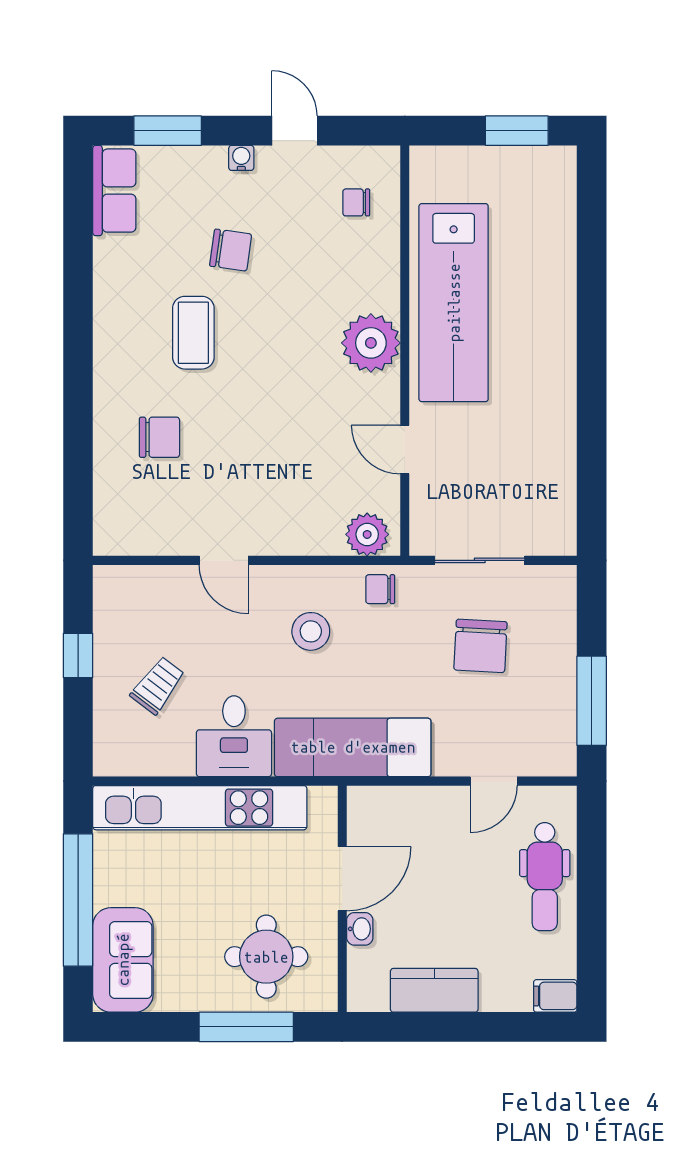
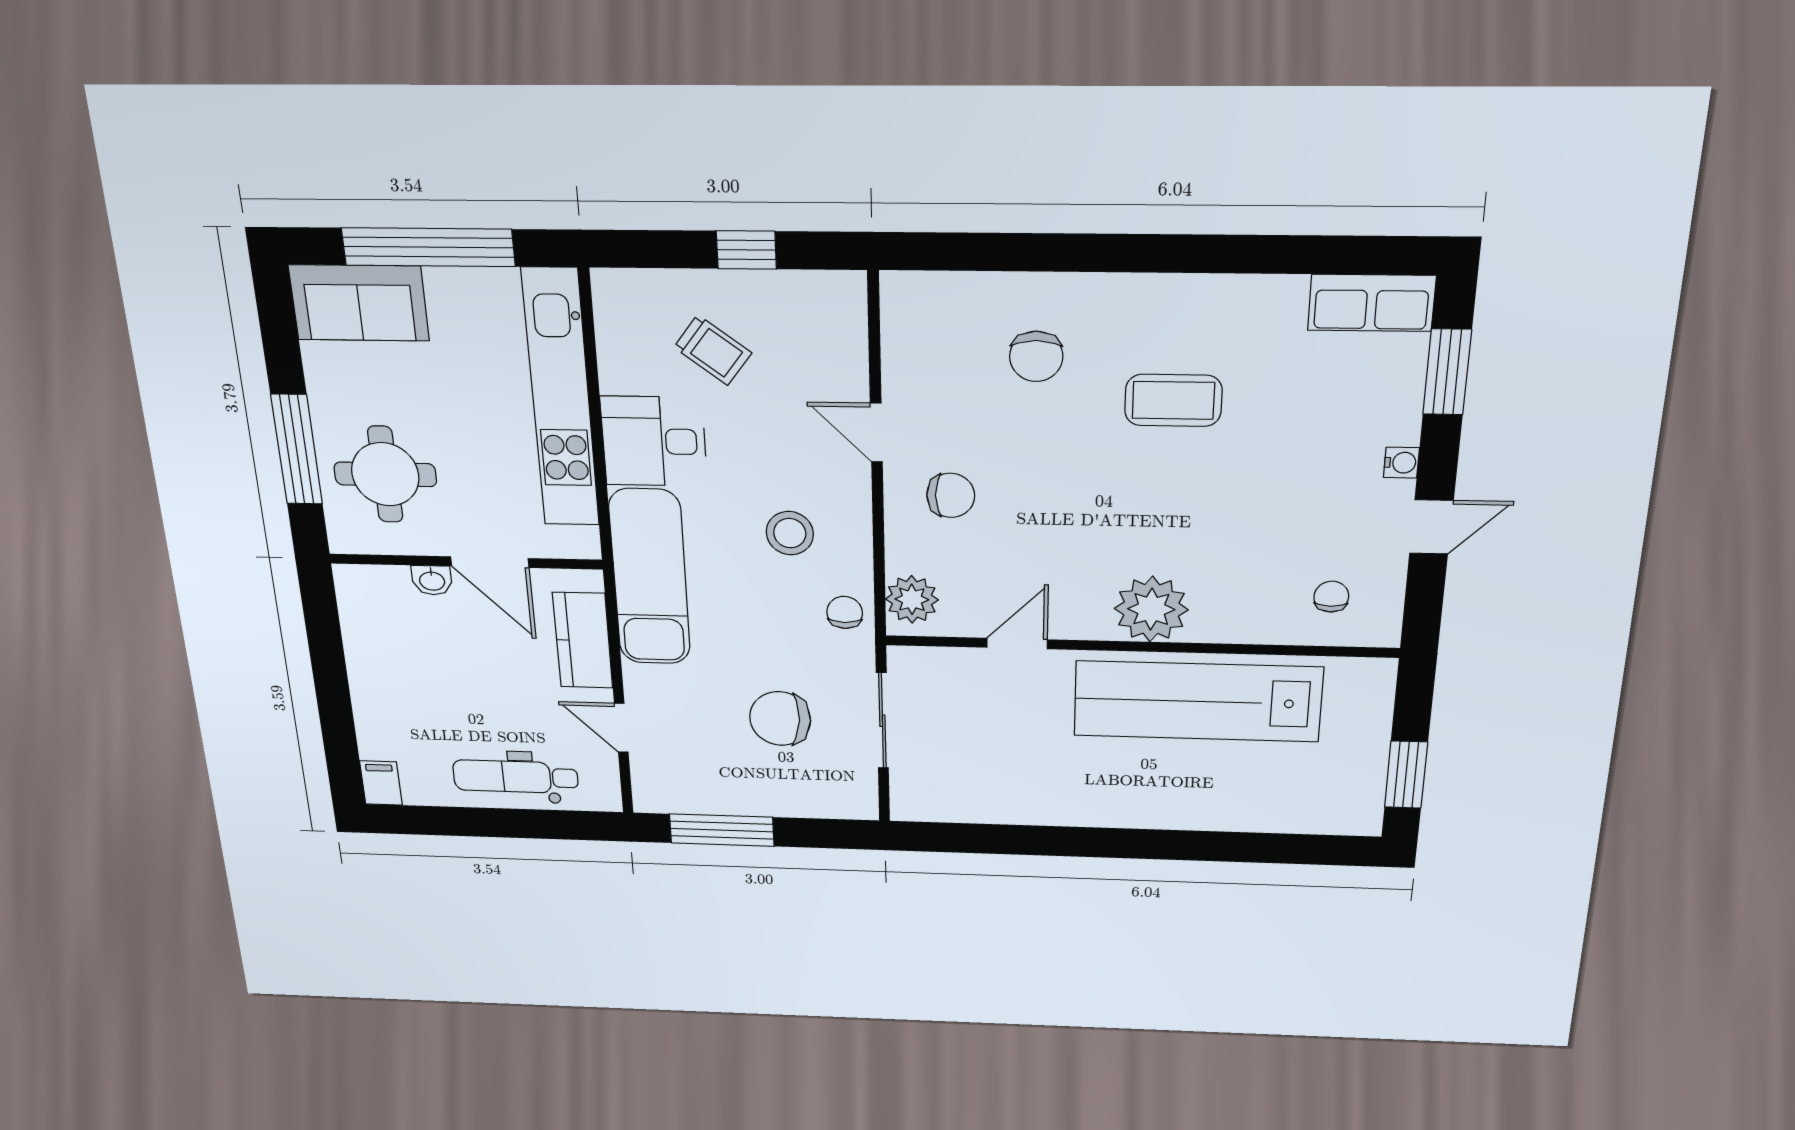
chair: (231, 250) -> (951, 495), moved, turned -98
door: (224, 560) -> (876, 433), hinge flipped
kitchen counter: (434, 990) -> (583, 640), moved, turned 180

